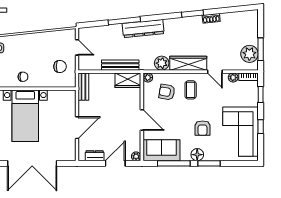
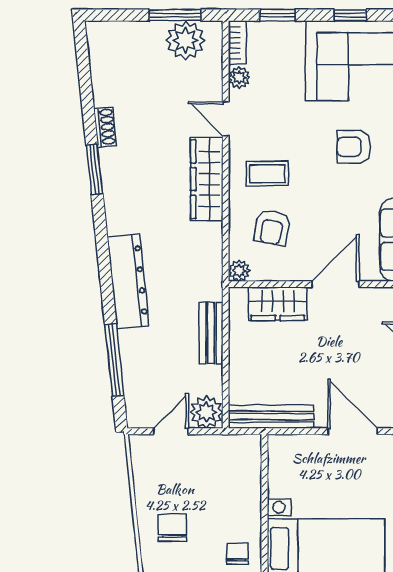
window: (124, 21) -> (114, 360), moved
plant: (162, 63) -> (207, 412), moved
bench: (120, 65) -> (211, 333), width x0.73
chair: (60, 67) -> (172, 528), moved
door: (215, 72) -> (226, 119), swing flipped
wardrobe: (128, 80) -> (278, 304), moved, turned 90
bench: (83, 87) -> (271, 417), width x1.36
armchair: (203, 128) -> (354, 147), turned 180

